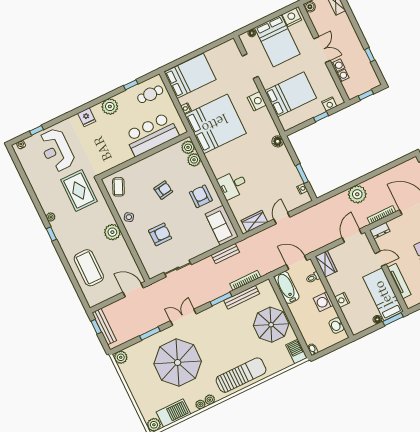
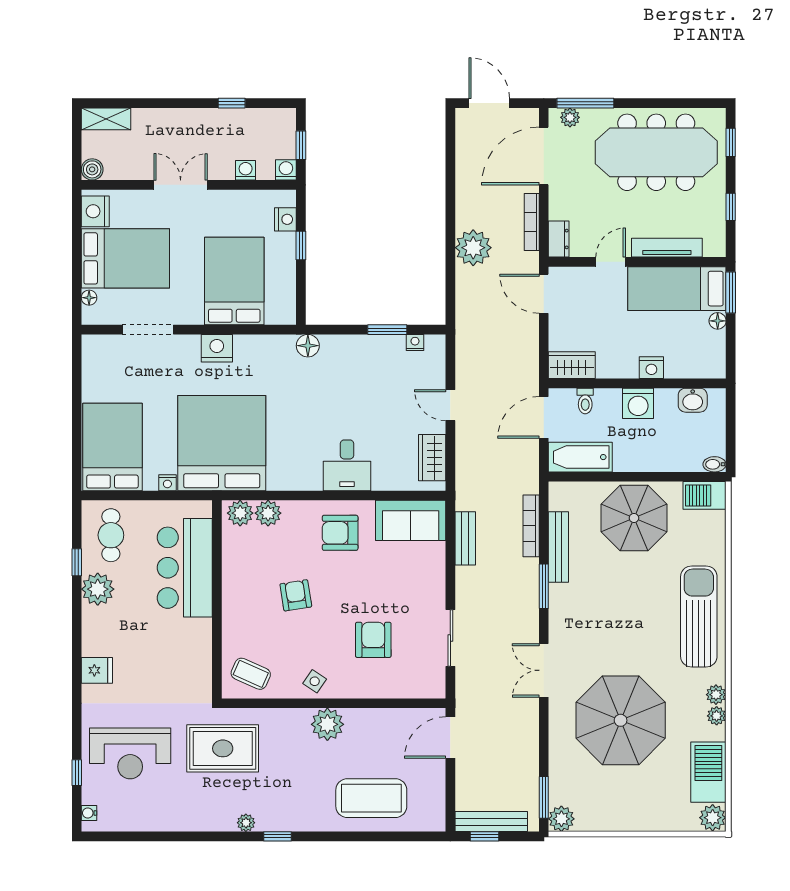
washing machine: (338, 66) -> (286, 170), moved
plant: (110, 106) -> (98, 589), moved
window: (150, 333) -> (544, 797), moved

